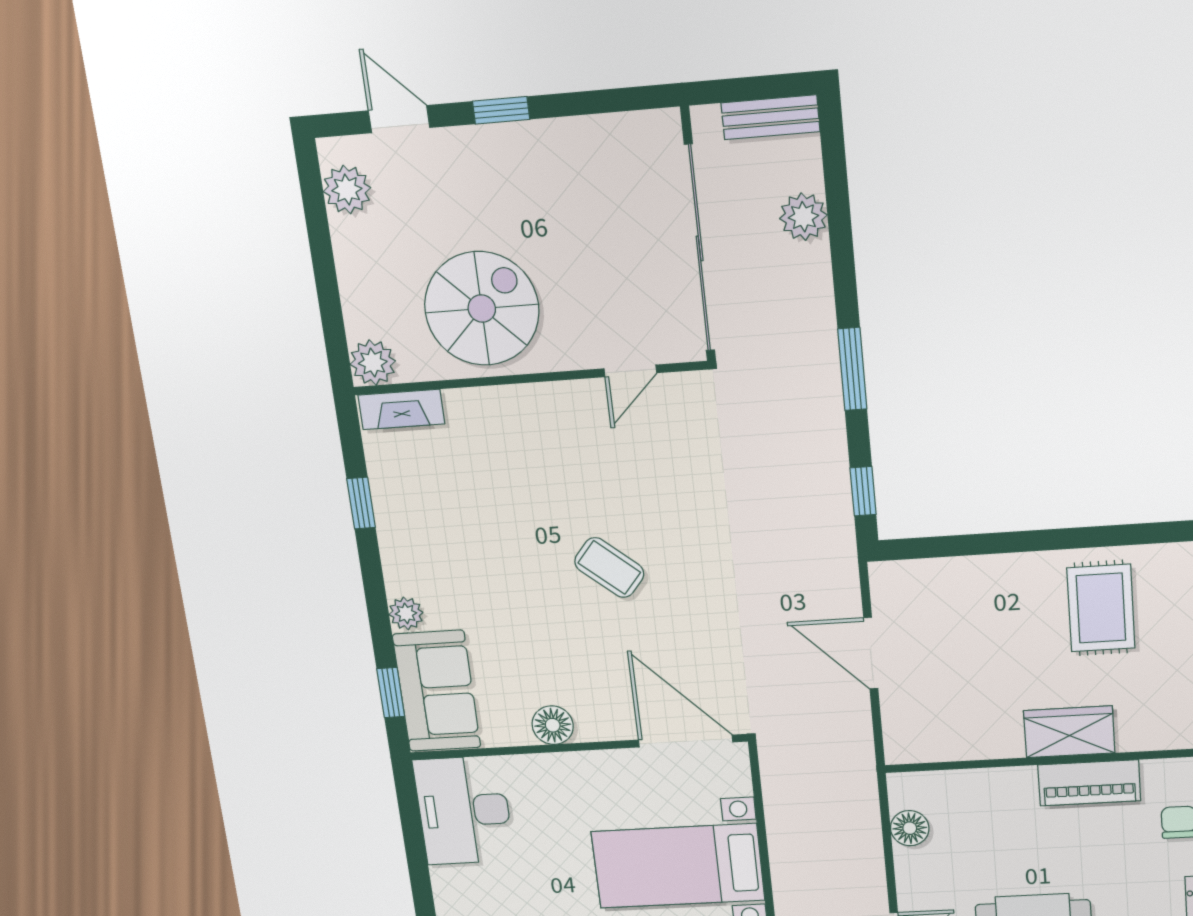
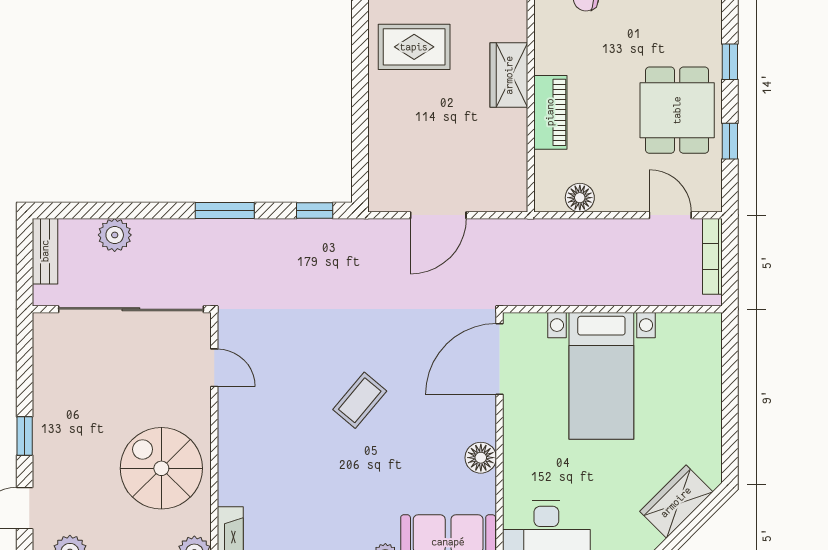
piano: (1089, 783) -> (550, 112), moved

